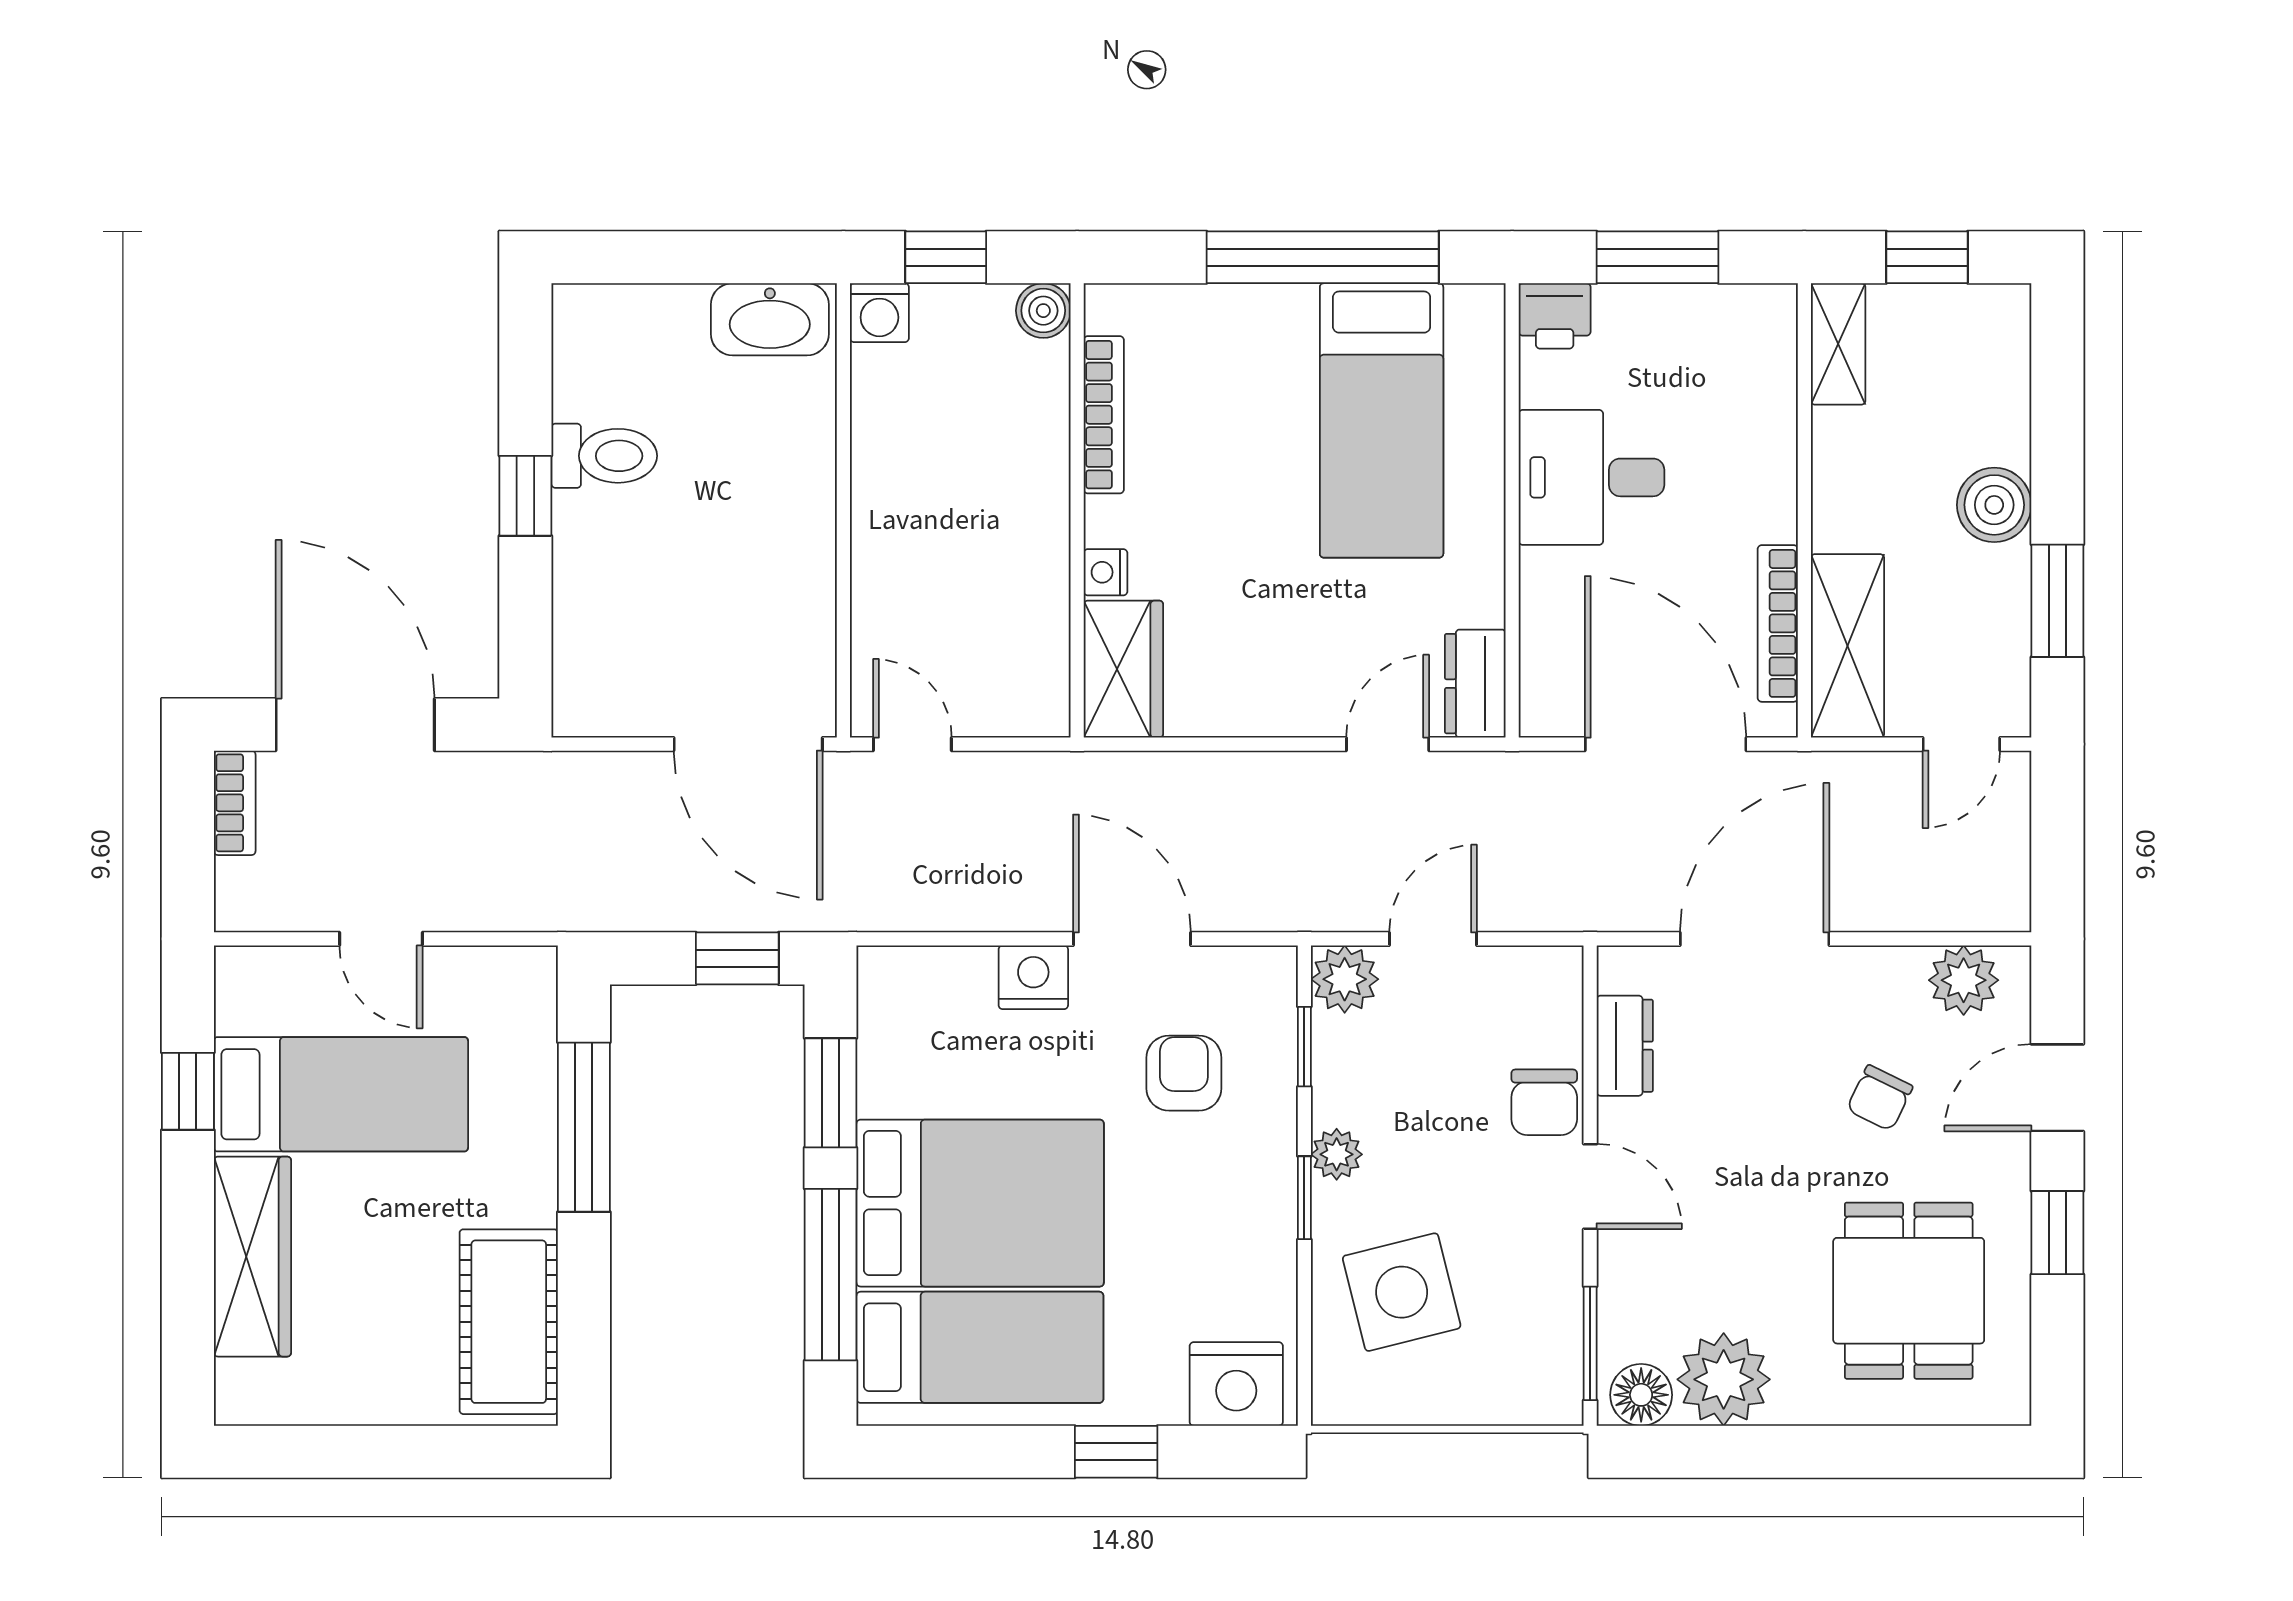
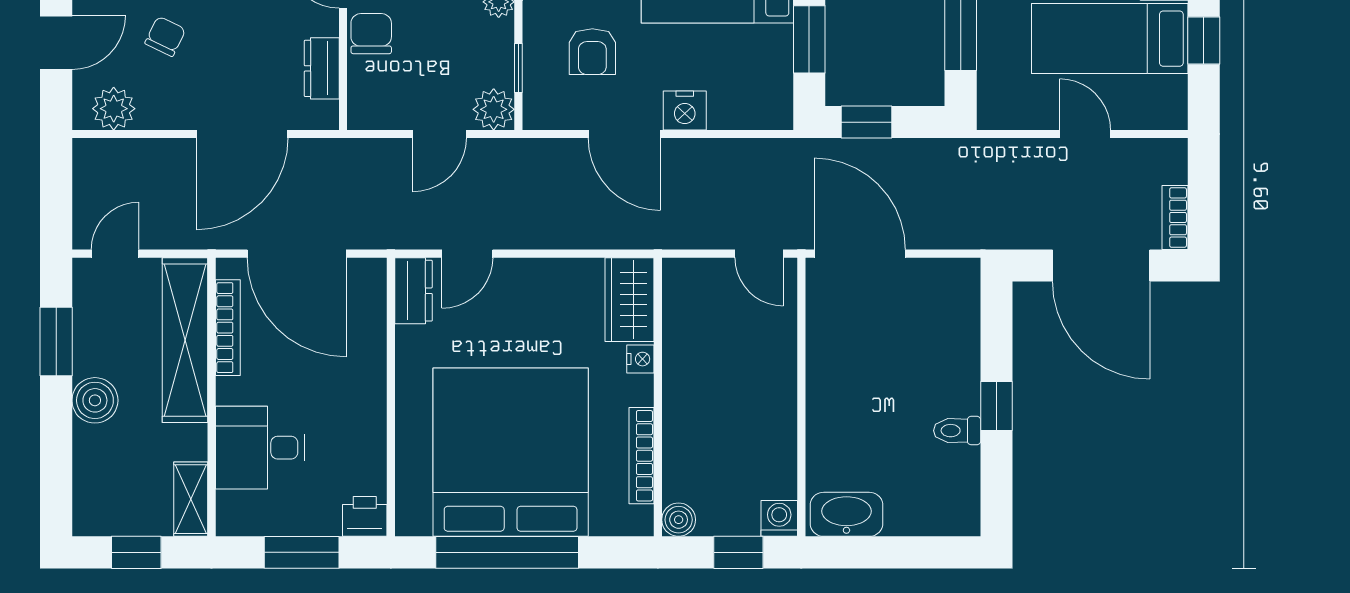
bed: (1382, 420) -> (511, 452), width x2.04
toilet: (604, 456) -> (957, 431), width x0.73, depth x0.72
desk: (1591, 477) -> (260, 448), moved, turned 180
shelving: (1847, 646) -> (185, 340), width x1.47

